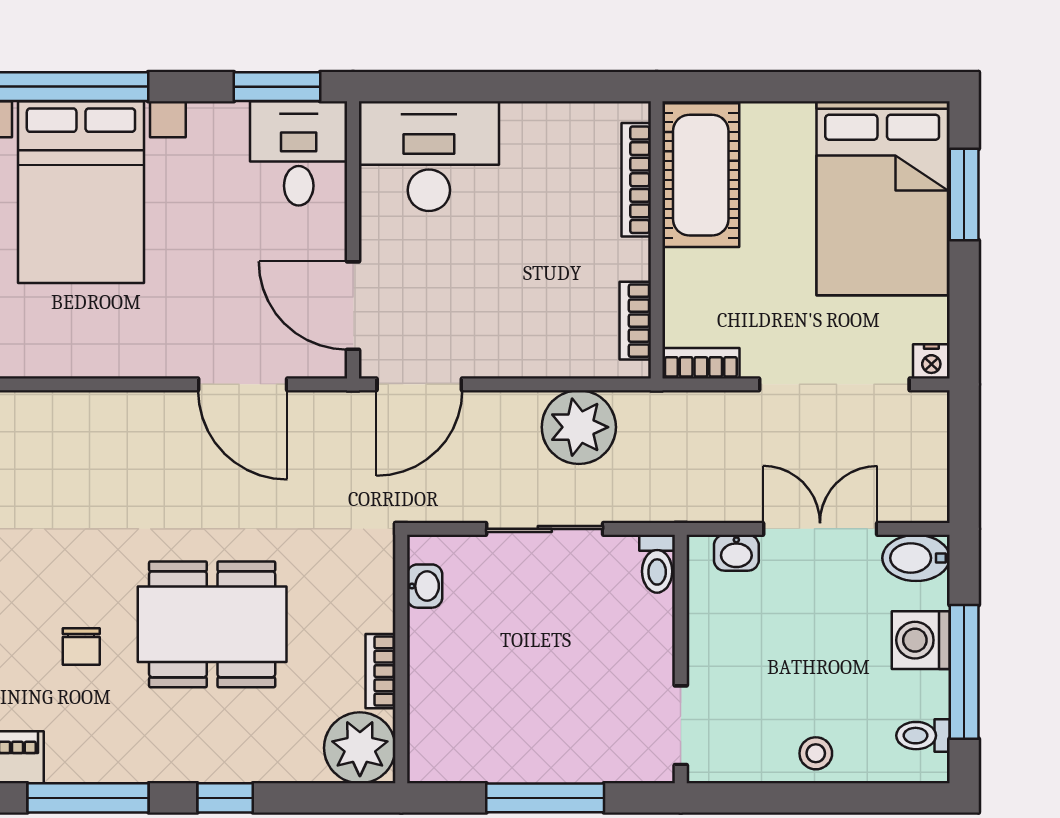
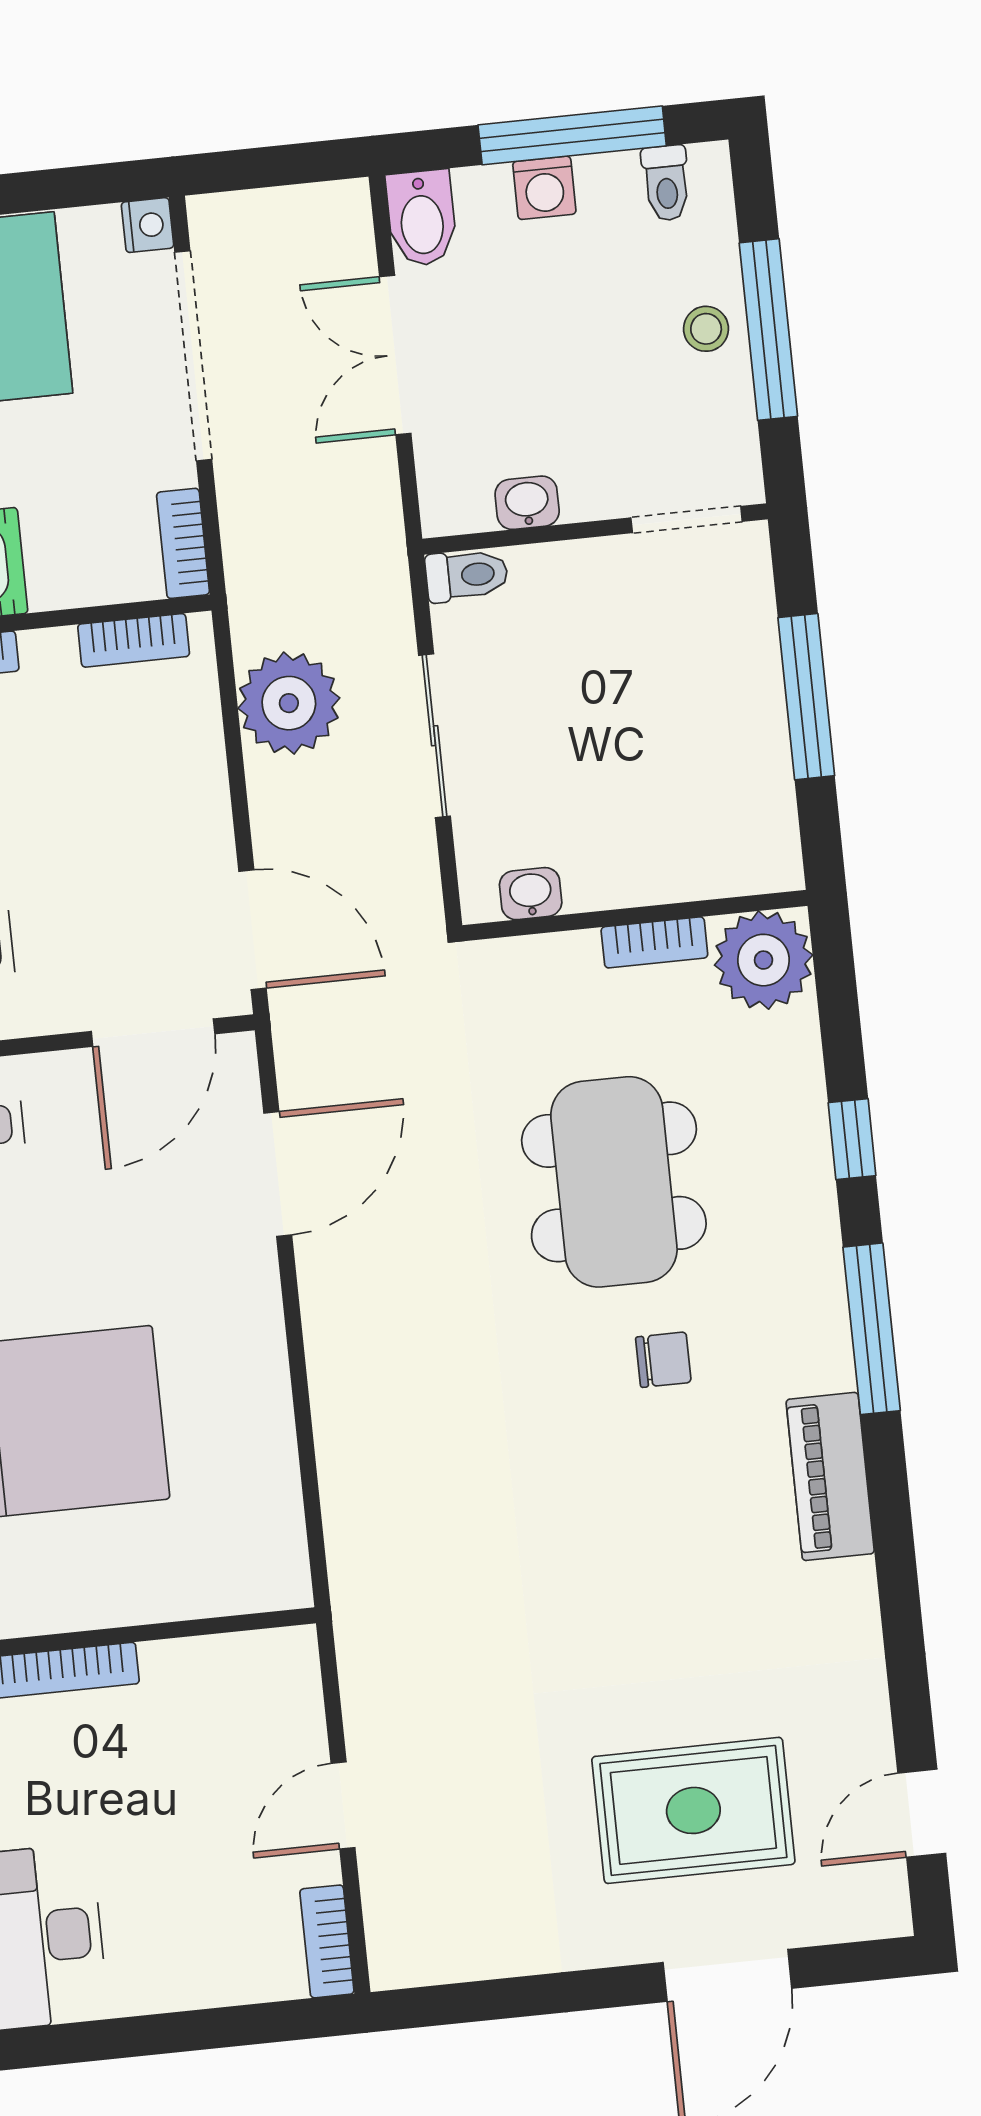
washbasin: (736, 553) -> (527, 503), moved, turned -90
washing machine: (921, 640) -> (544, 188), width x0.73, depth x0.73
window: (811, 798) -> (768, 330), added

